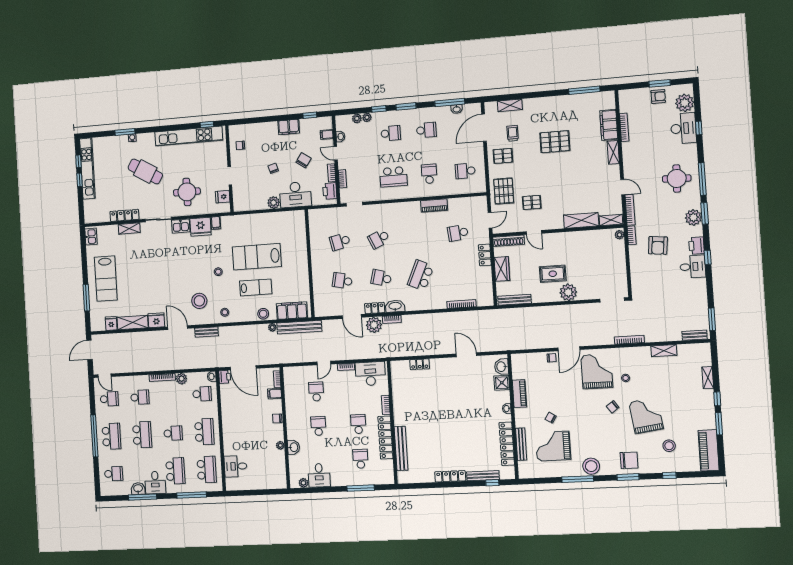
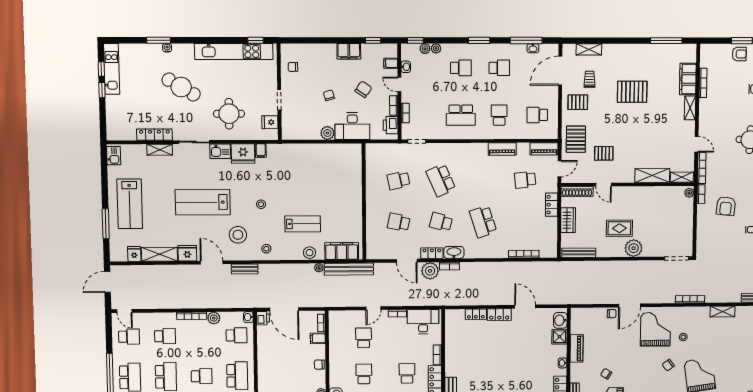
window: (379, 109) -> (415, 40), moved
kitchen unit: (87, 169) -> (112, 69), width x0.73
piano: (474, 202) -> (544, 149), added
school desk: (379, 239) -> (441, 180), width x1.85
lab bench: (257, 257) -> (203, 202), moved
school desk: (421, 275) -> (483, 222), turned -42
locker: (442, 364) -> (499, 315), added

